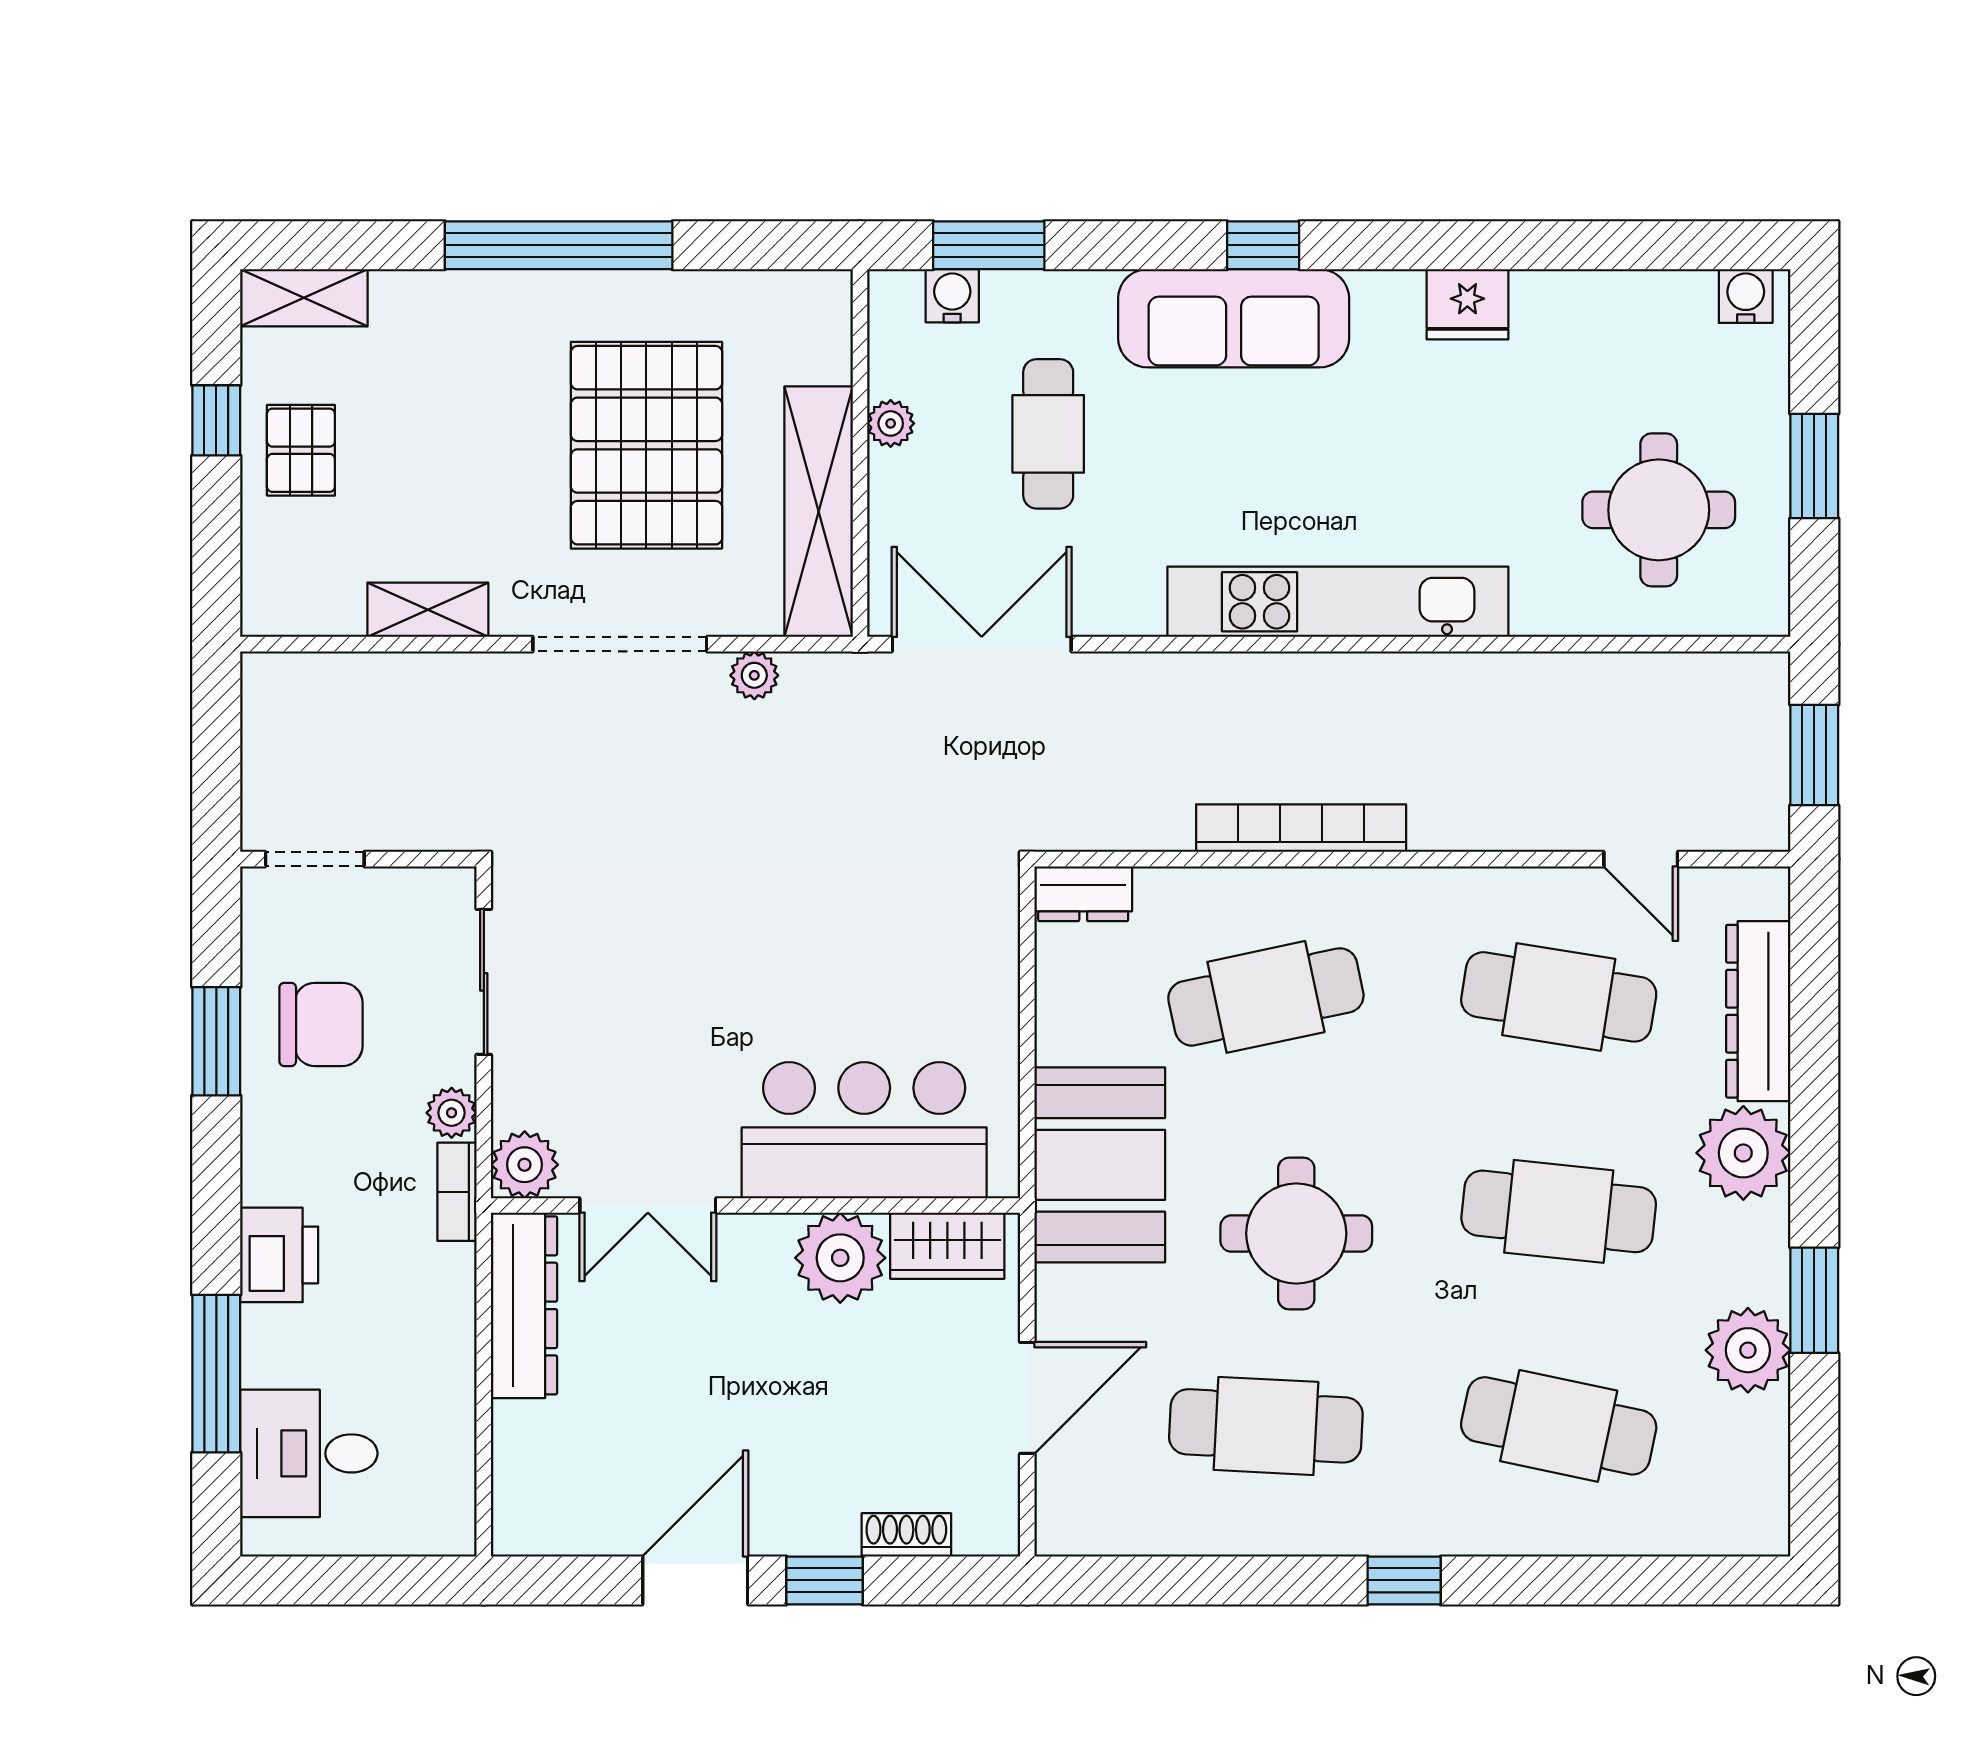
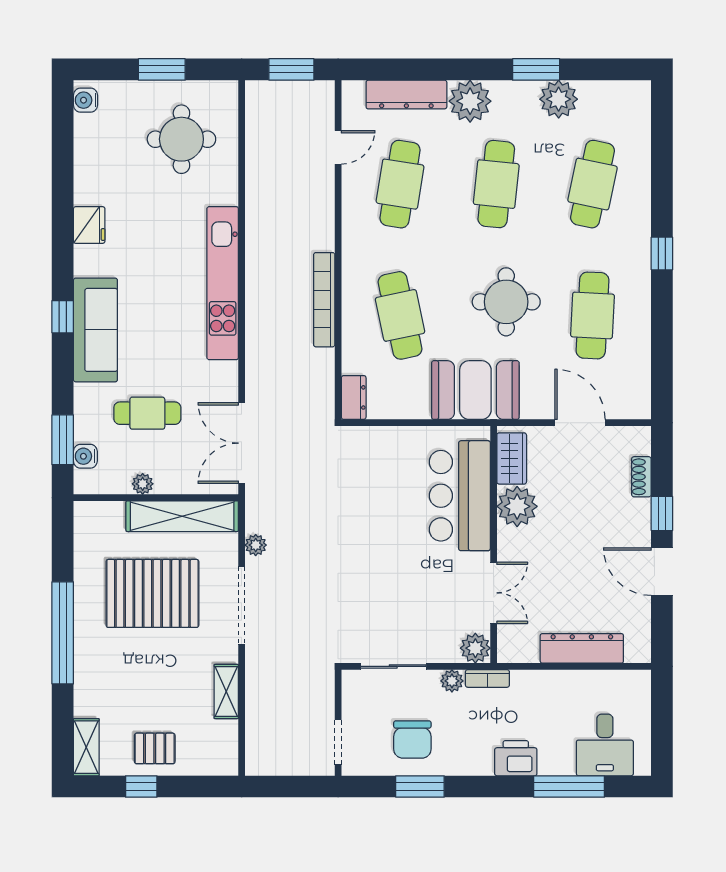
chair: (321, 1024) -> (412, 739), turned 180
dresser: (524, 1305) -> (582, 648), moved

